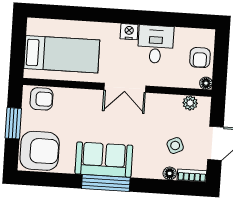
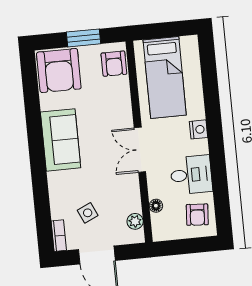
nightstand: (129, 32) -> (199, 129), moved
armchair: (200, 58) -> (197, 215), moved, turned -86
floor lamp: (206, 83) -> (156, 206), moved
floor lamp: (170, 173) -> (57, 212), removed
window: (106, 183) -> (36, 146), removed

